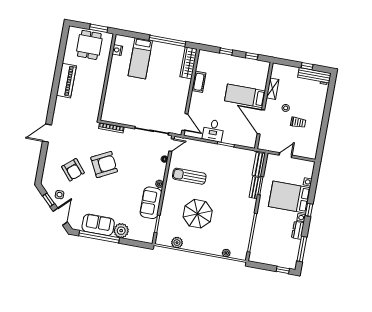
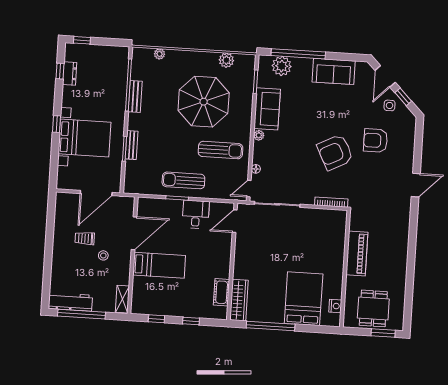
window: (99, 28) -> (383, 333), moved
bed: (140, 58) -> (304, 299), width x1.50
window: (307, 66) -> (81, 314), width x3.17
piano: (66, 81) -> (357, 254), moved, turned 180
cot: (199, 82) -> (222, 292), moved
shelving: (273, 89) -> (122, 299), moved
door: (185, 122) -> (235, 221), hinge flipped
door: (261, 122) -> (134, 233), hinge flipped
door: (285, 155) -> (96, 193), width x1.88
sun lounger: (219, 157) -> (183, 180), added
bench: (259, 165) -> (135, 96), moved
armchair: (73, 170) -> (376, 140), turned -50
parasol: (198, 214) -> (204, 102), width x1.36, depth x1.36
dresser: (298, 230) -> (70, 73), moved
plant: (121, 231) -> (282, 66), moved
window: (99, 237) -> (298, 54), moved
window: (302, 249) -> (60, 71), width x0.46

